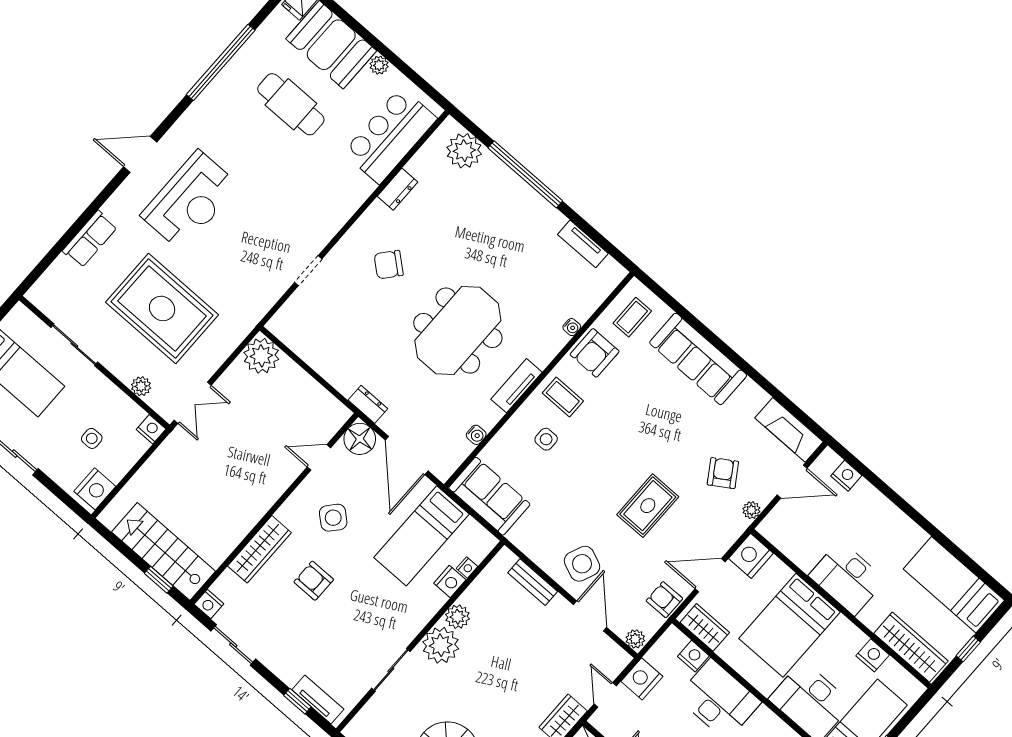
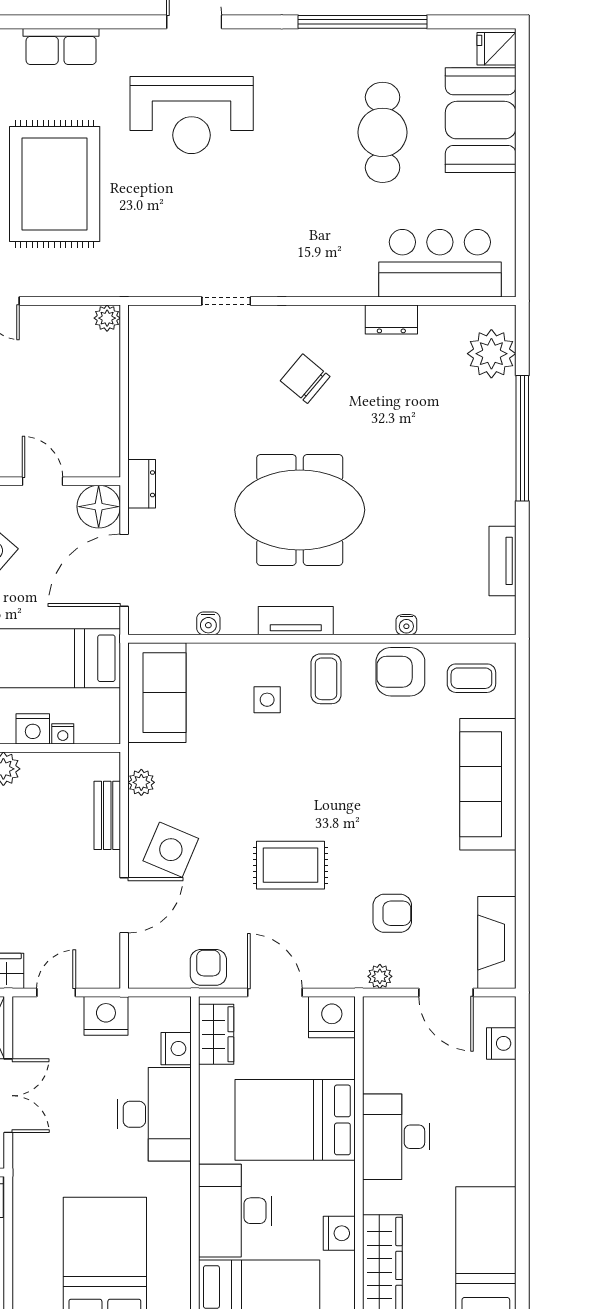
plant: (379, 65) -> (503, 188), removed
plant: (261, 356) -> (107, 318), width x0.53, depth x0.53
armchair: (723, 473) -> (392, 913), turned 33
plant: (635, 639) -> (141, 782), moved

